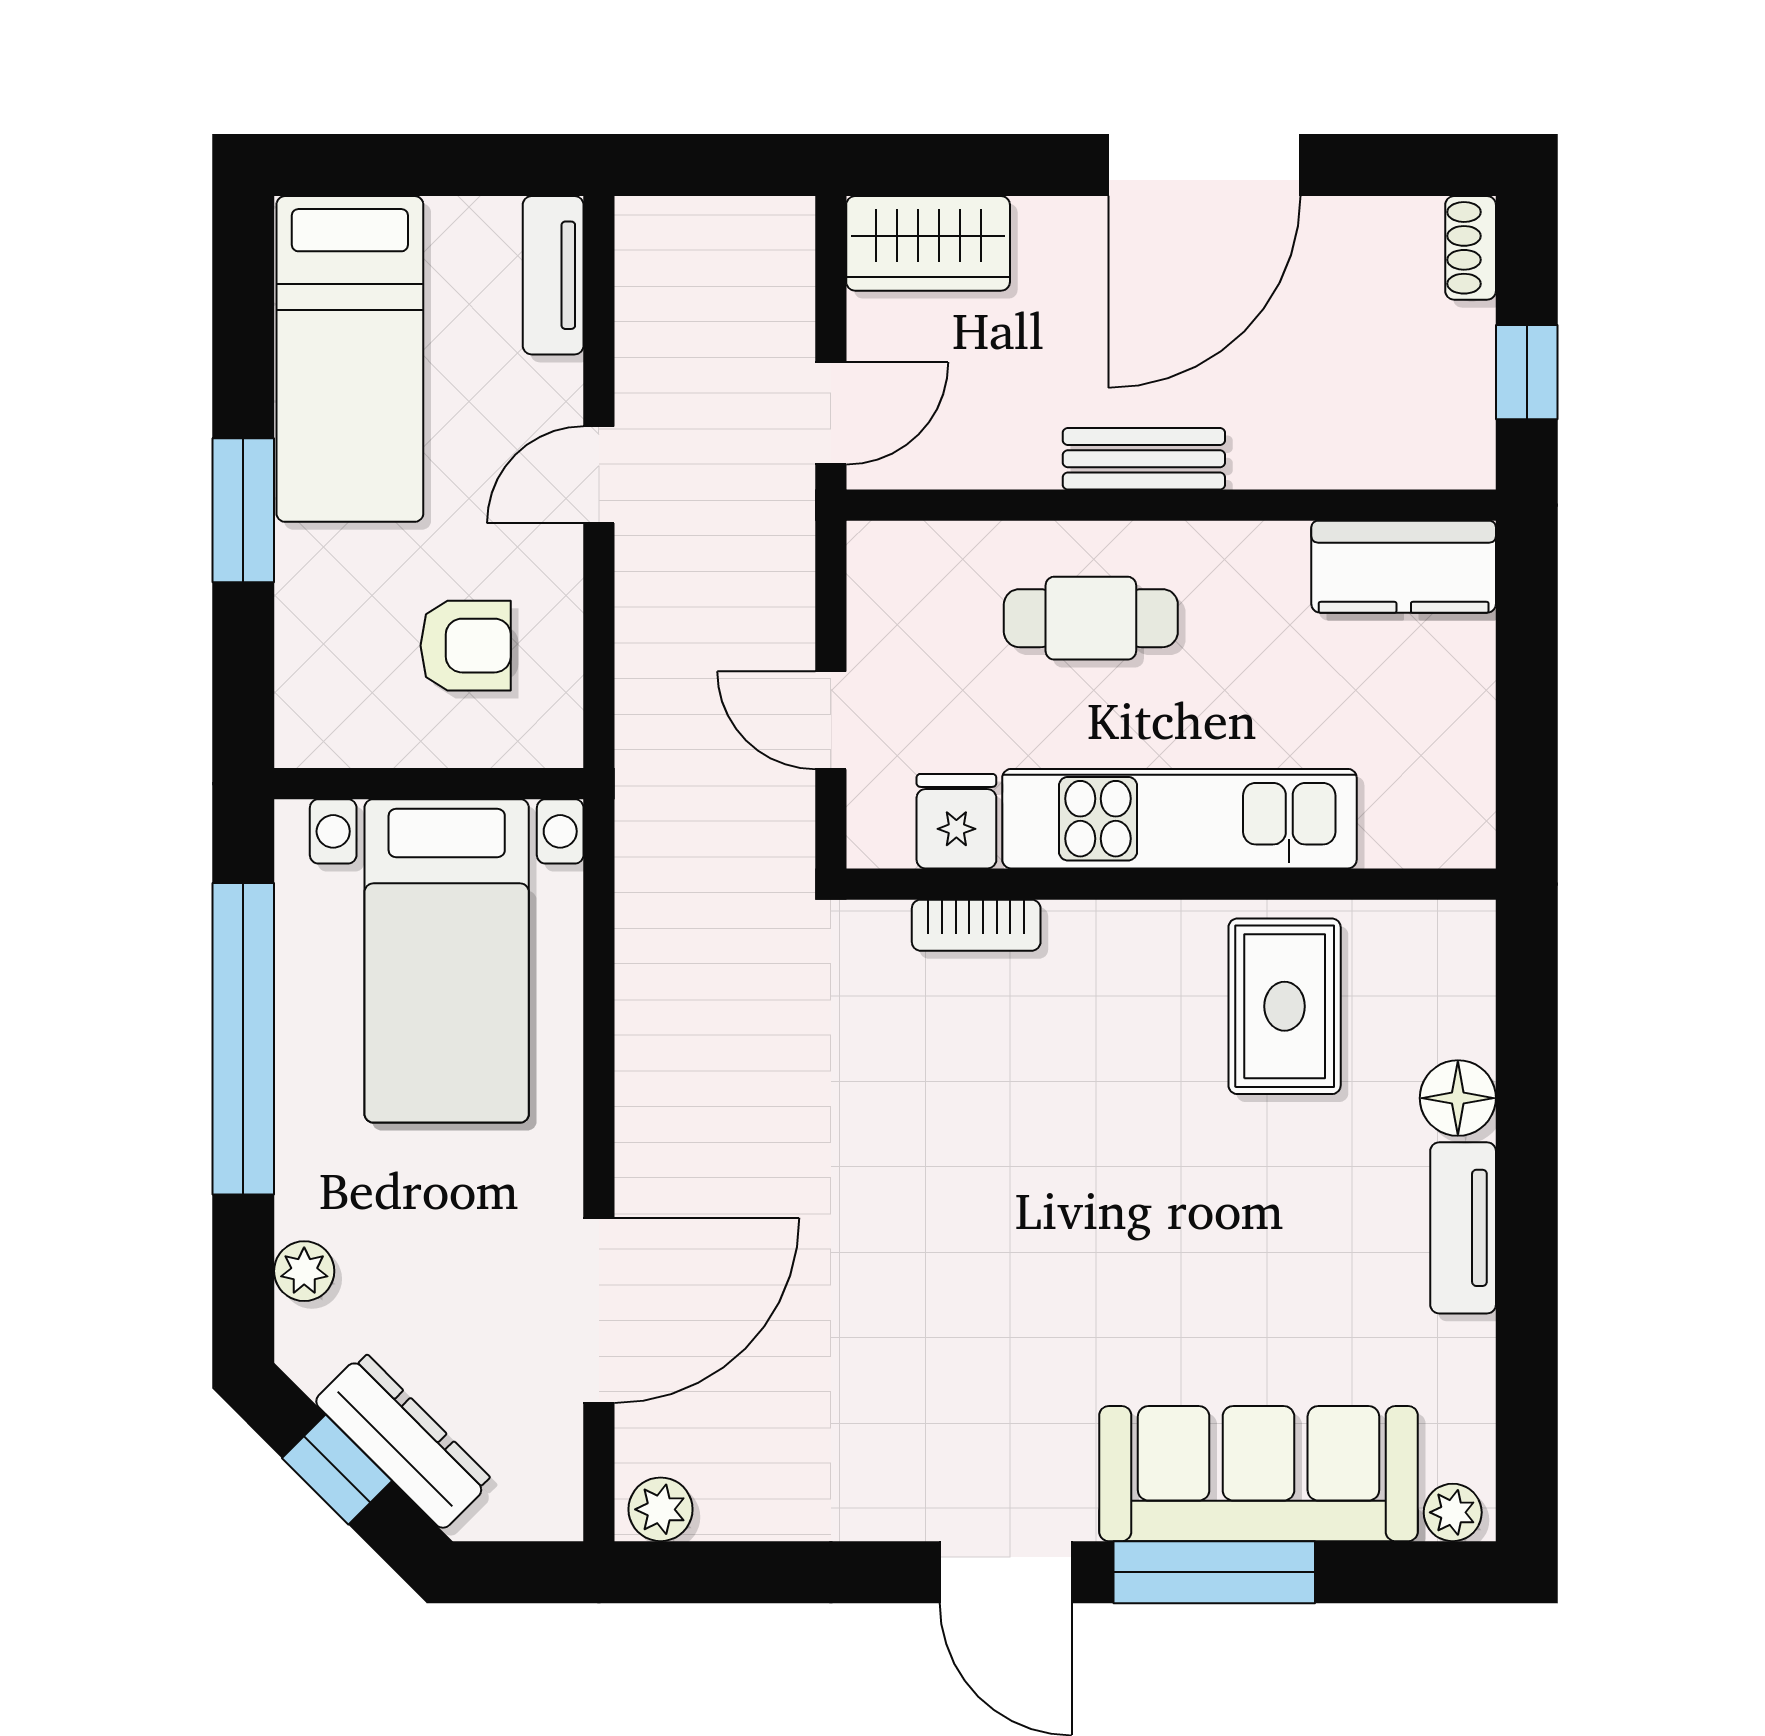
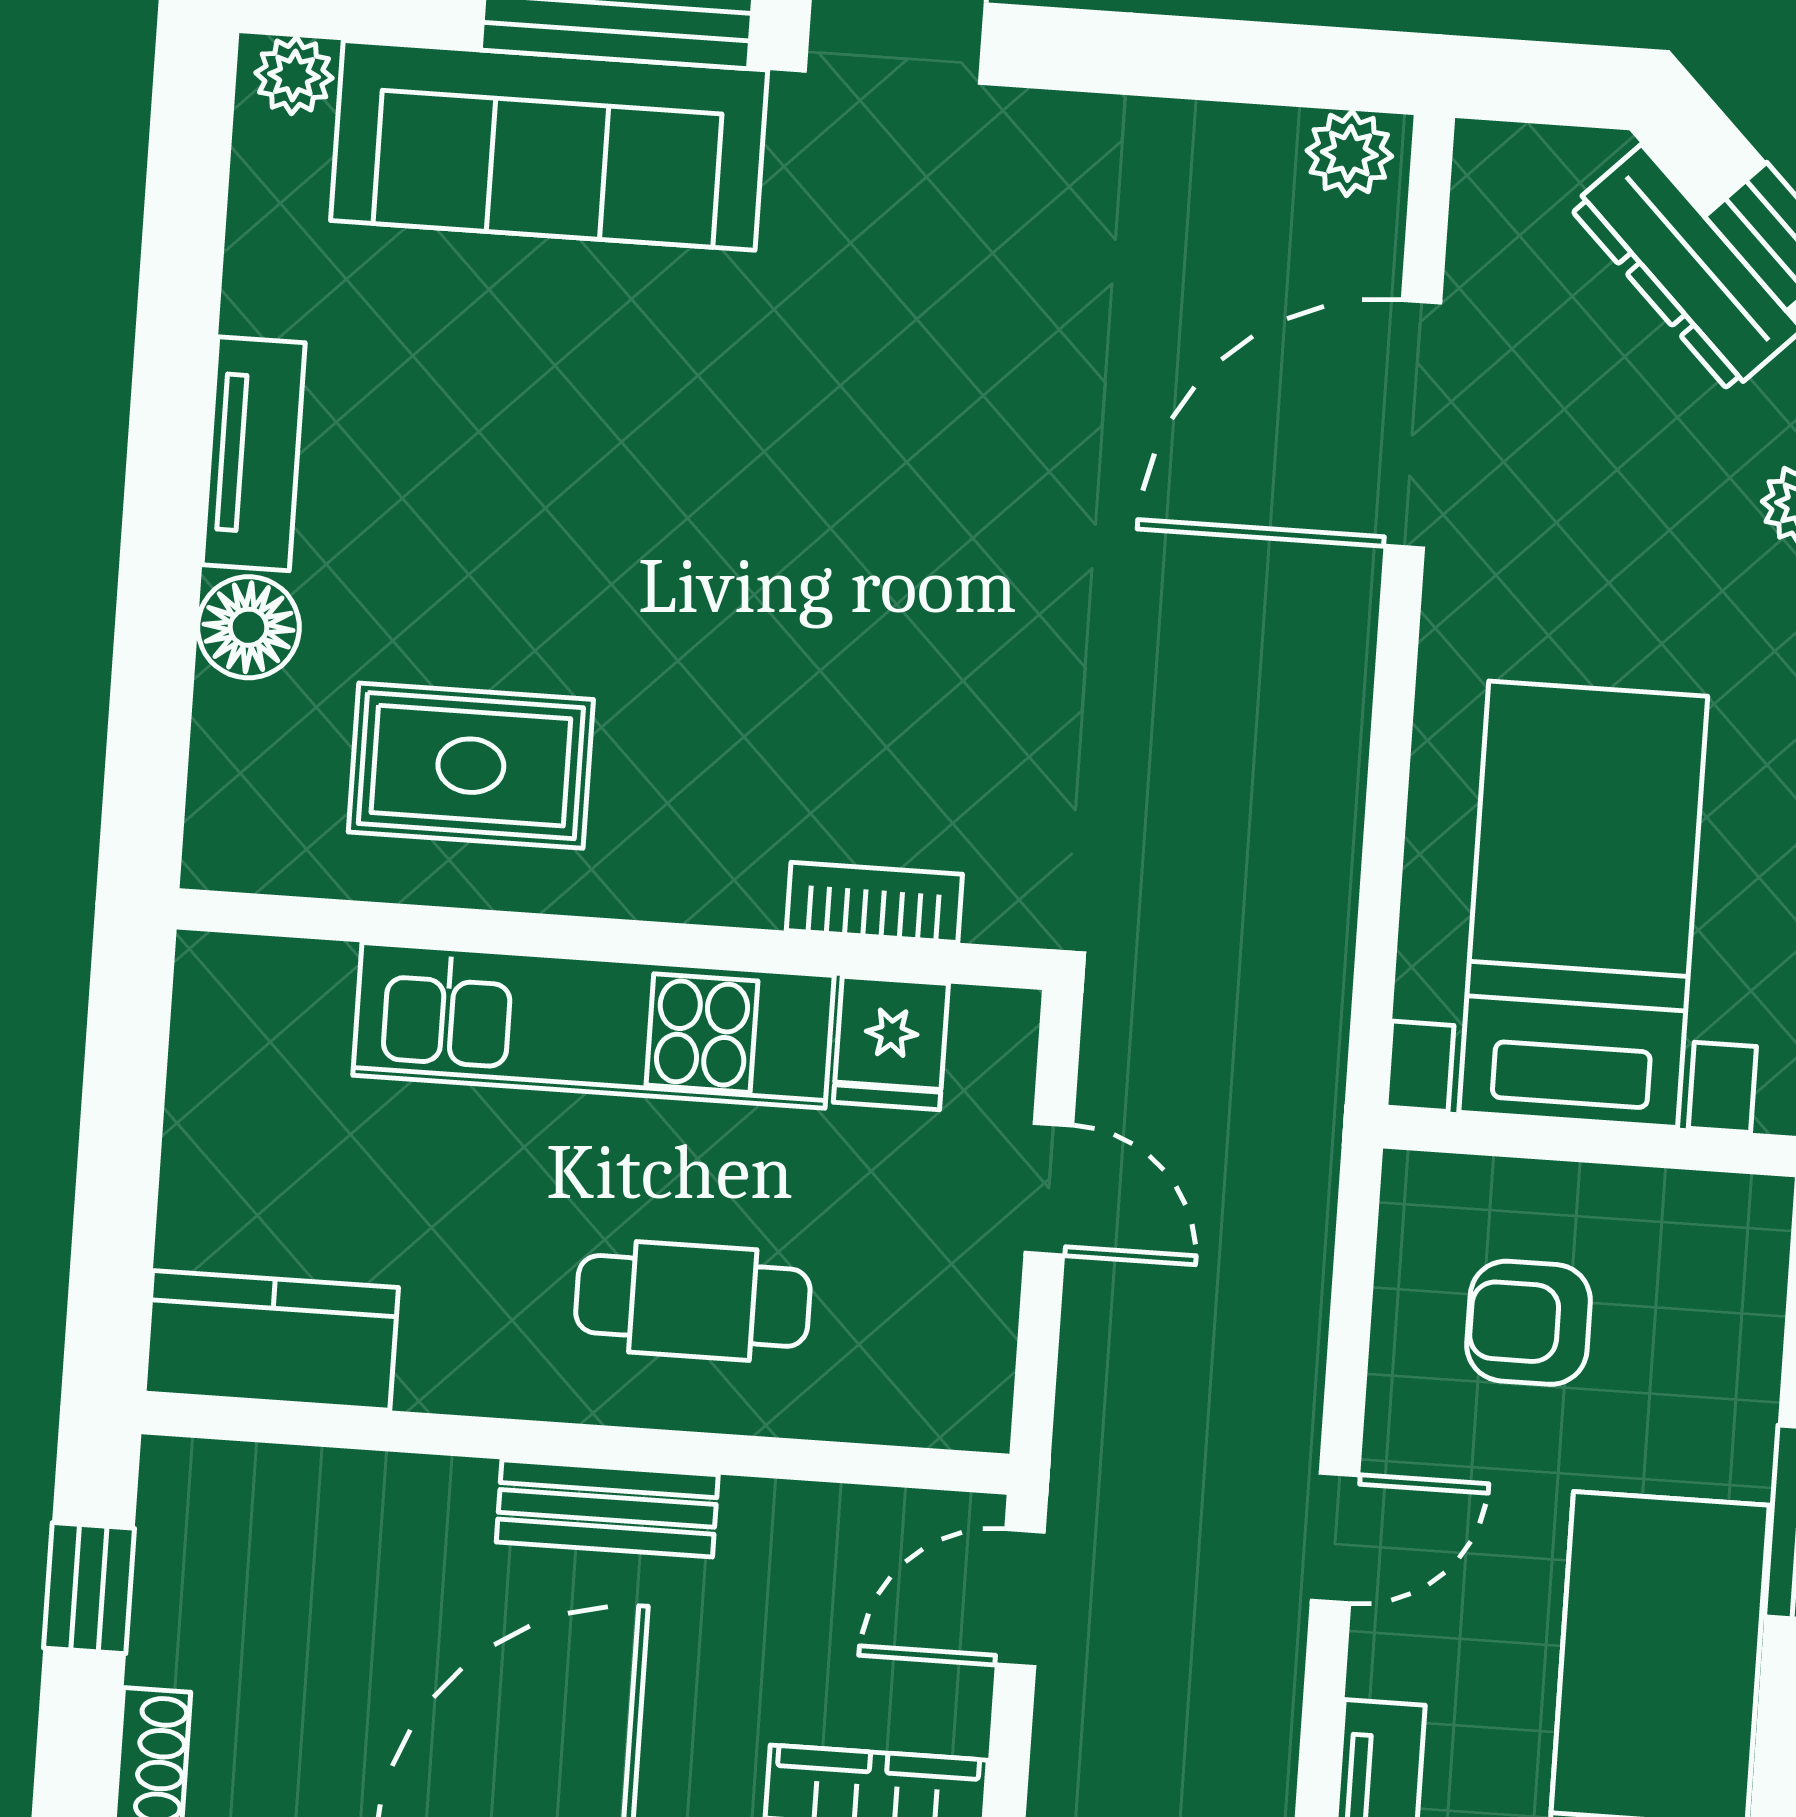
rug: (1285, 1006) -> (471, 766), turned 90

